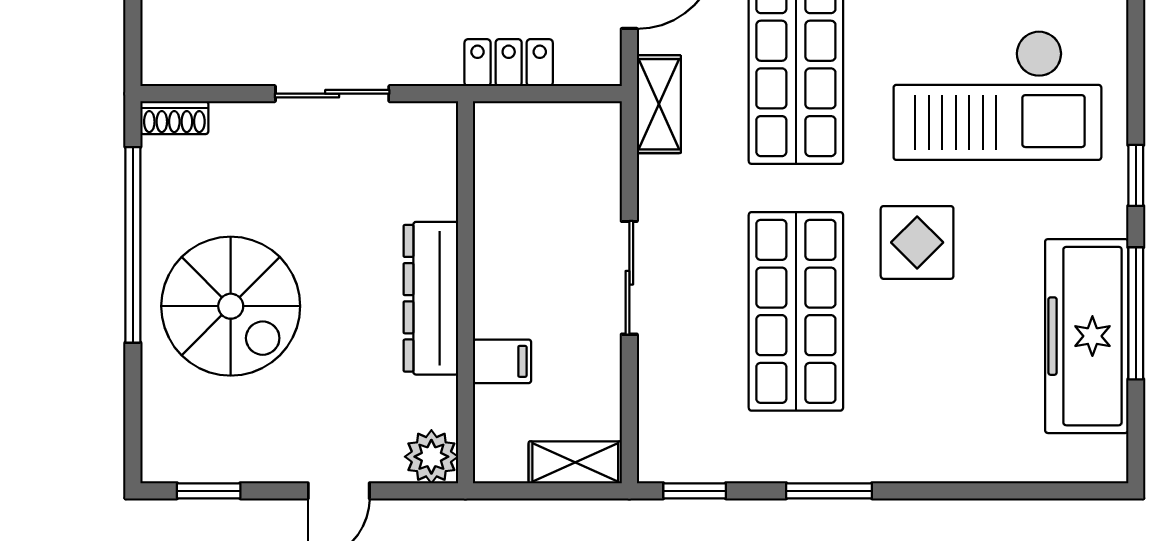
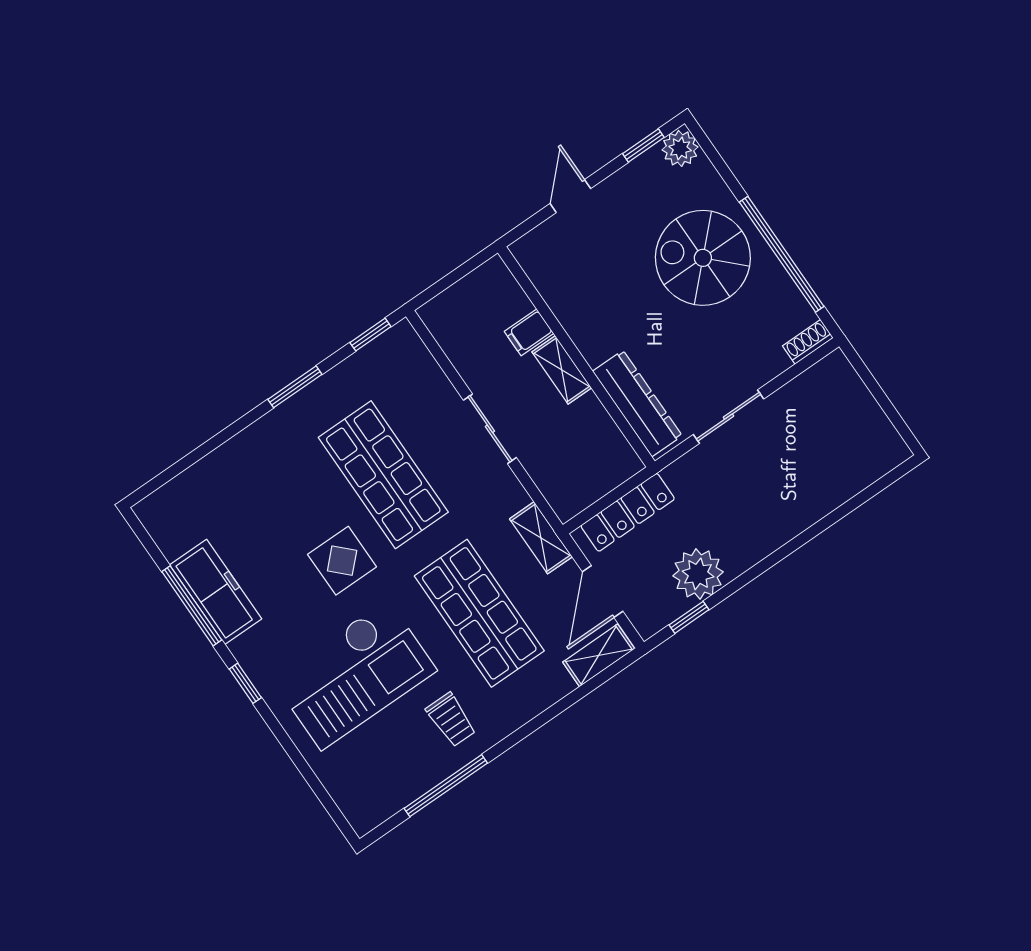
locker: (509, 63) -> (628, 512), width x1.53
checkout: (997, 95) -> (354, 675), turned 180
dresser: (431, 298) -> (637, 403), moved
freezer: (1087, 336) -> (216, 592), width x0.73, depth x0.79
plant: (431, 457) -> (680, 148), moved
shelving: (575, 462) -> (562, 370), moved, turned 90

